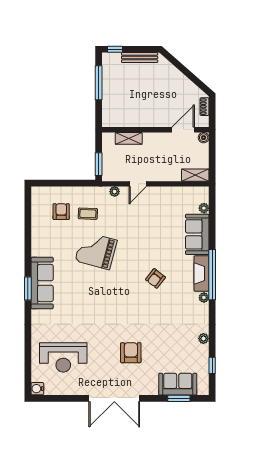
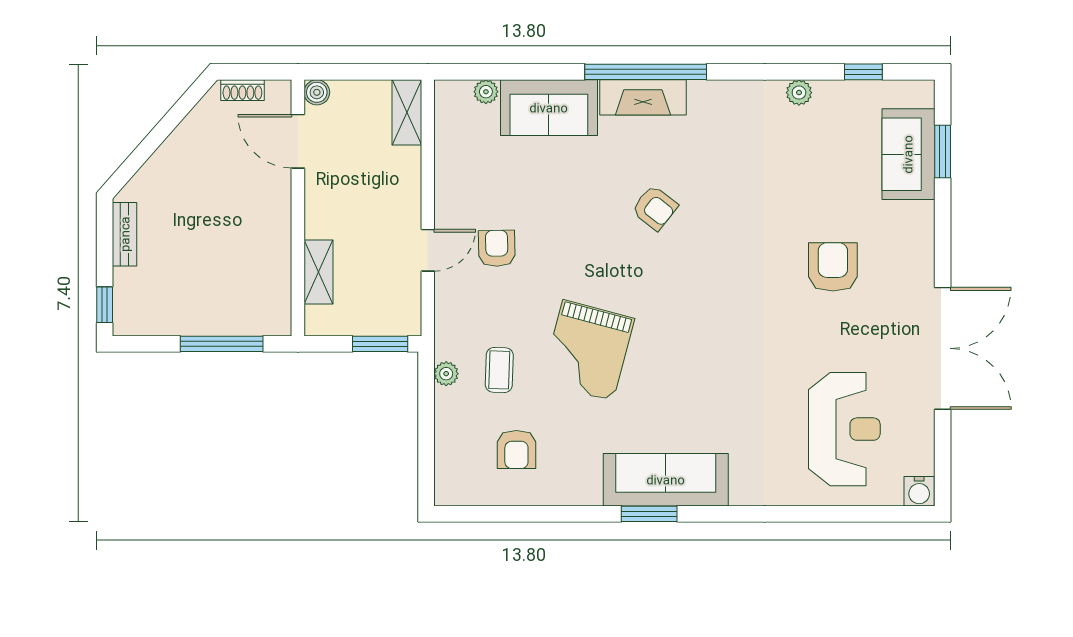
bench: (140, 58) -> (125, 234), width x0.73
window: (99, 83) -> (222, 344), moved
door: (138, 184) -> (428, 250), hinge flipped
plant: (115, 192) -> (446, 374), moved
armchair: (61, 212) -> (516, 450), moved, turned -90
armchair: (139, 213) -> (497, 248), added
window: (28, 289) -> (649, 514), moved
plant: (204, 298) -> (701, 92), removed
armchair: (131, 353) -> (833, 267), turned 90
double door: (114, 398) -> (943, 348), moved

